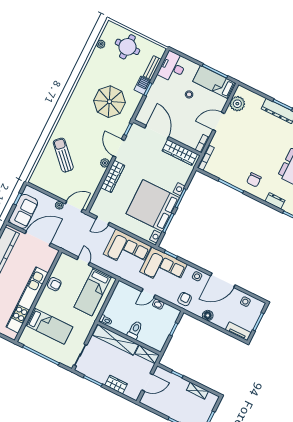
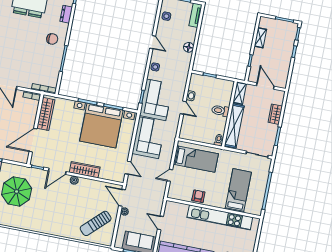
sun lounger: (63, 155) -> (96, 223), moved
door: (38, 238) -> (160, 223), width x0.53
door: (223, 280) -> (153, 42), width x0.53
armchair: (185, 299) -> (179, 73), removed

